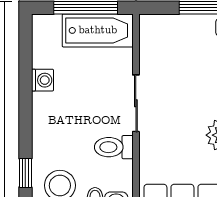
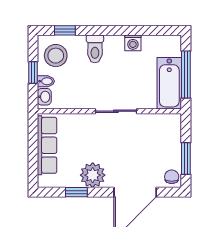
toilet: (114, 147) -> (95, 49), moved, turned 180

